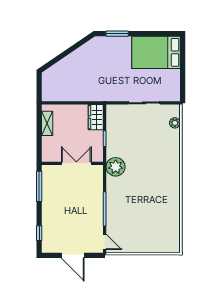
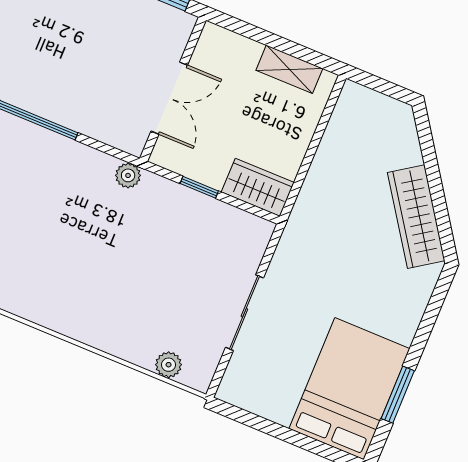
window: (117, 34) -> (398, 395), moved
wardrobe: (82, 54) -> (416, 217), added
plant: (116, 167) -> (128, 175), width x0.53, depth x0.53

